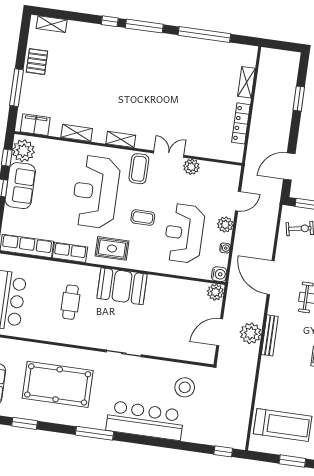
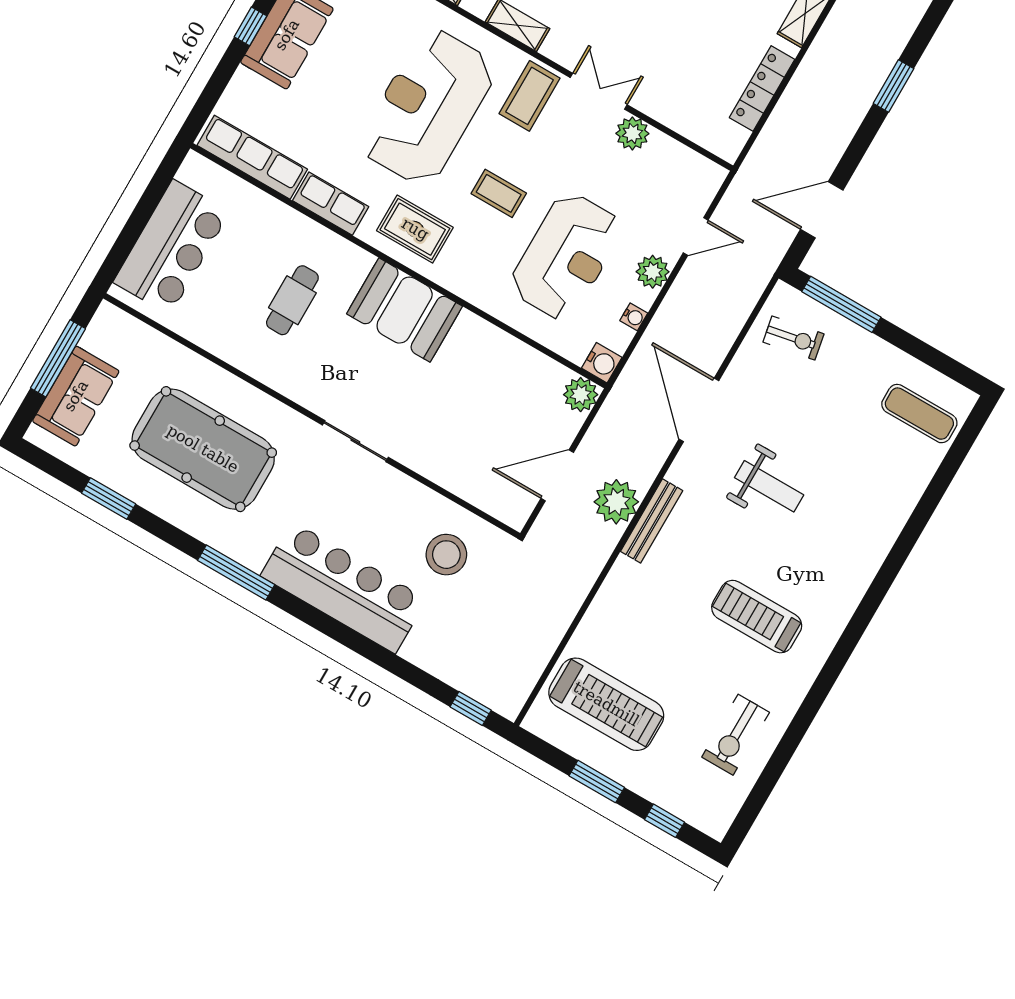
reception desk: (184, 233) -> (566, 256), turned 180

